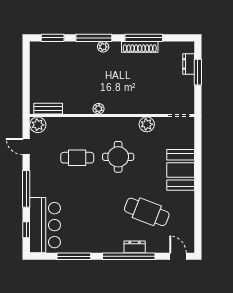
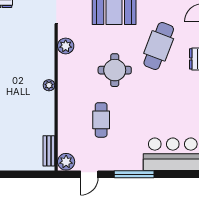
plant: (98, 109) -> (49, 85), moved
round table: (118, 157) -> (115, 70), moved
window: (26, 230) -> (178, 174), removed

